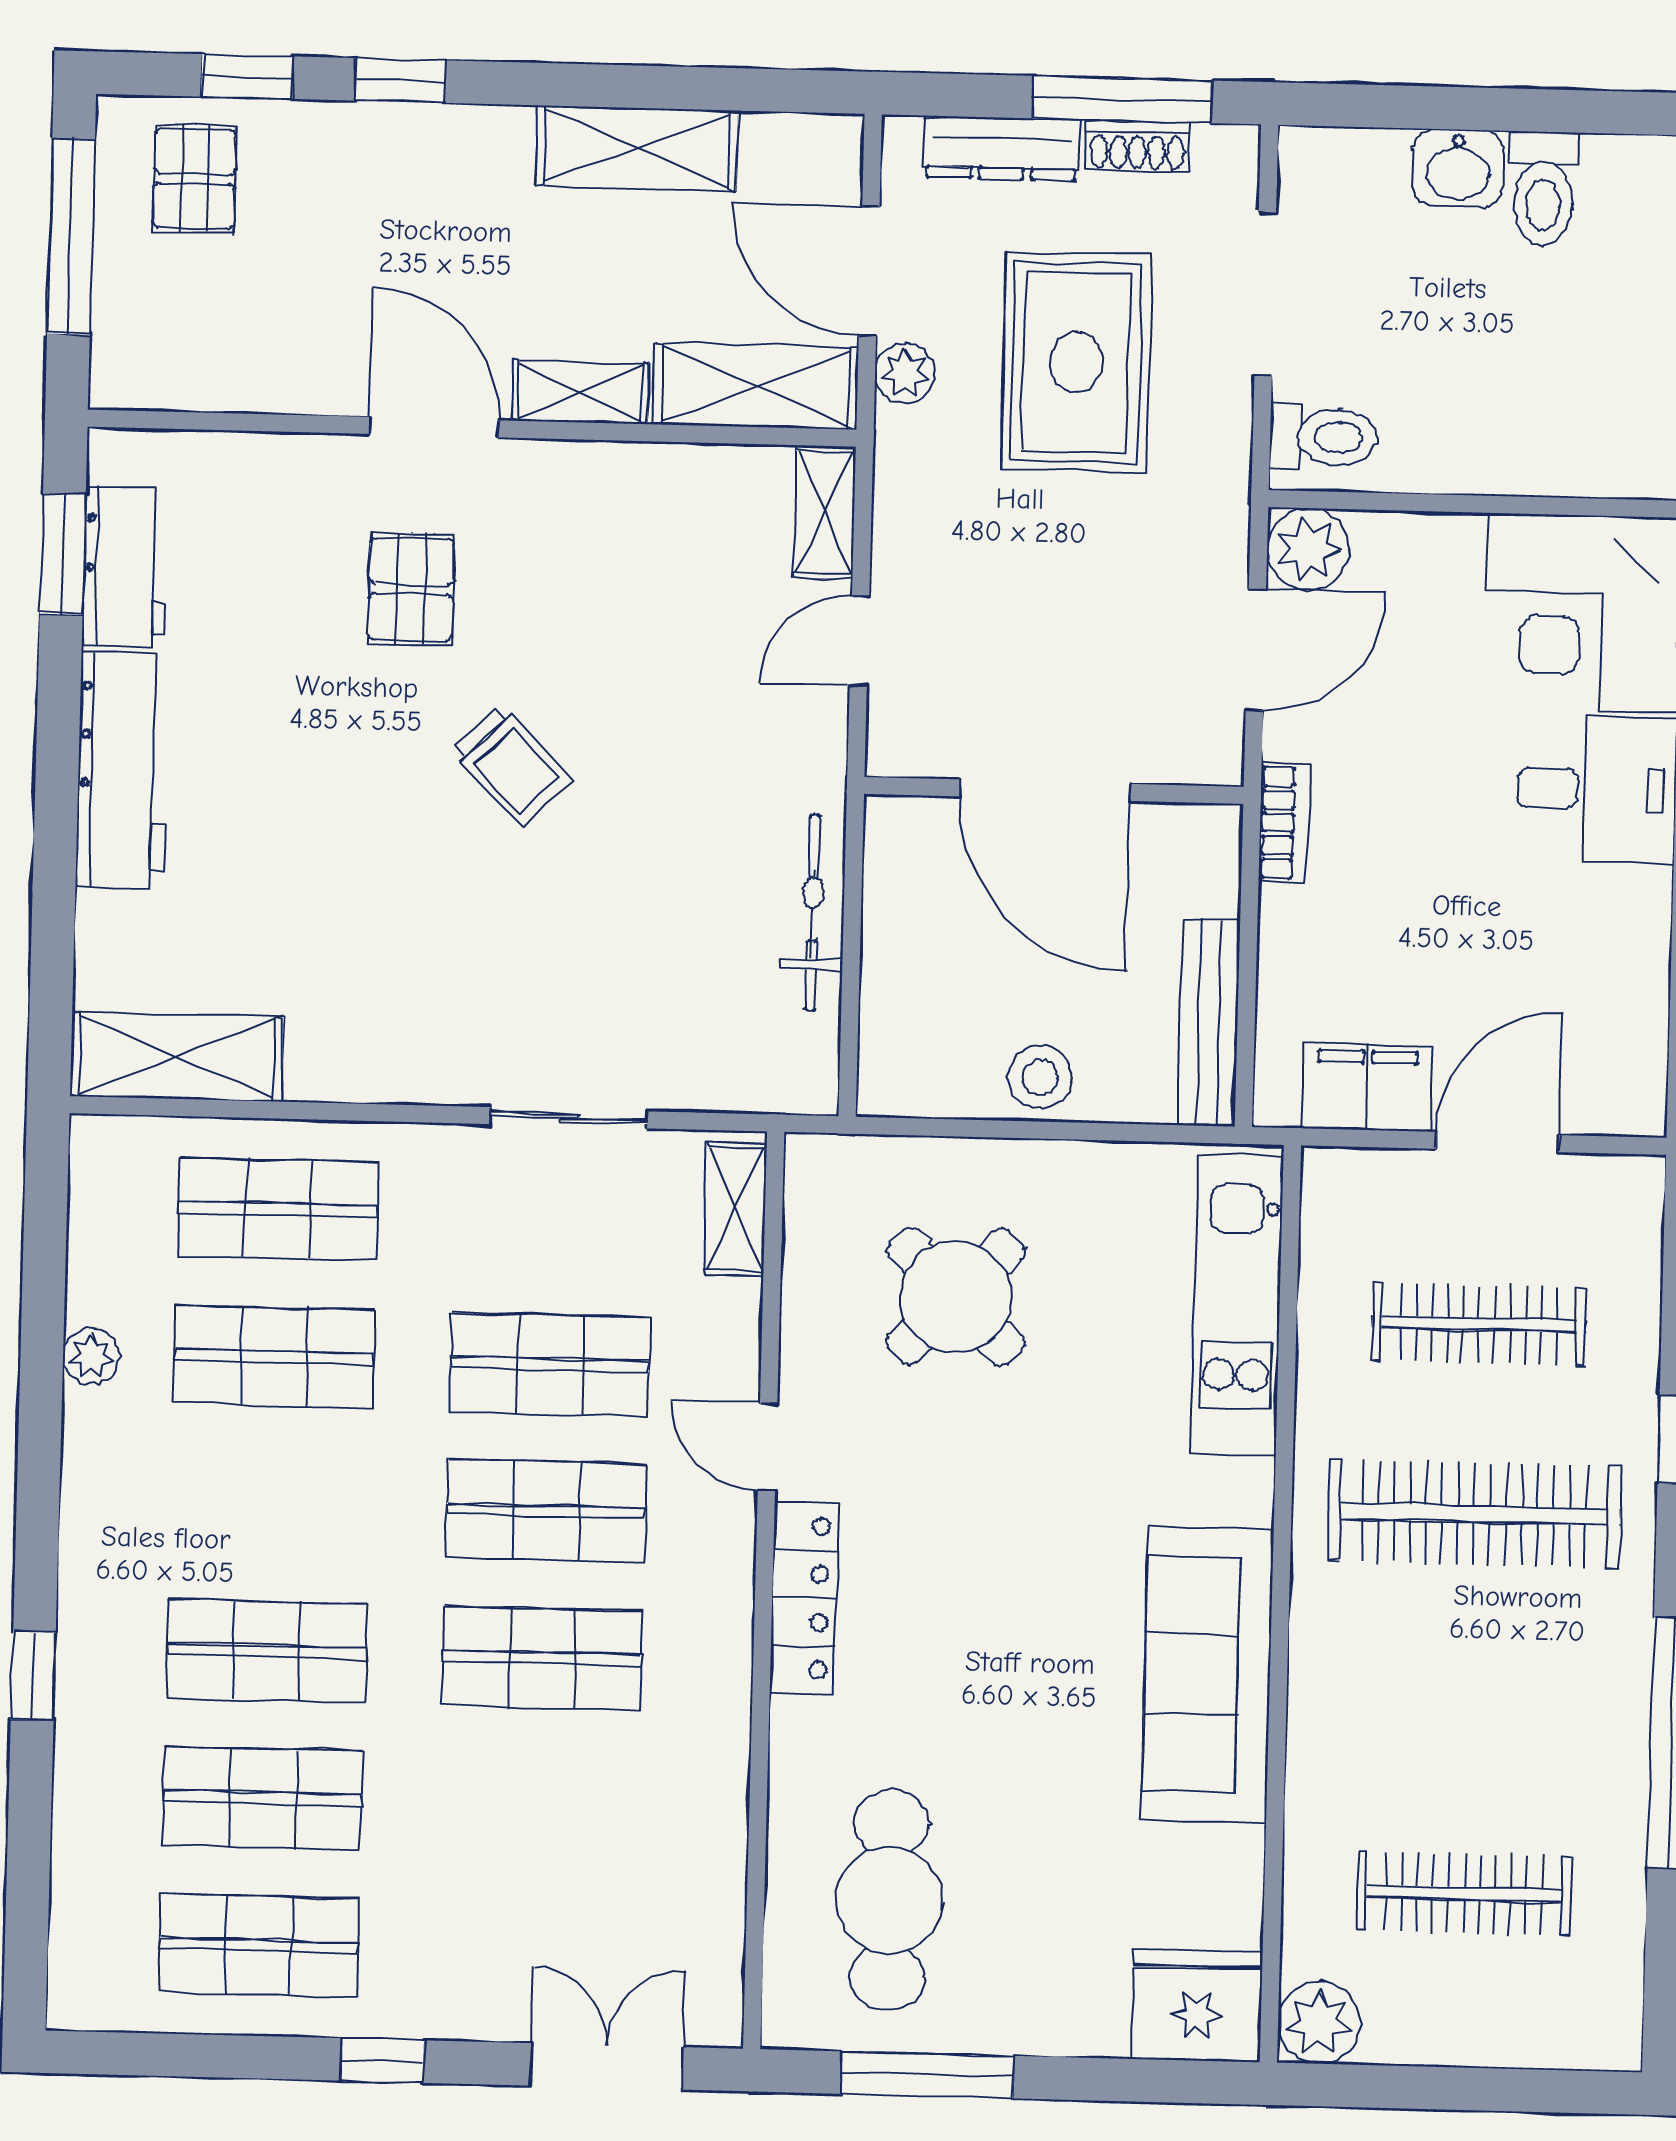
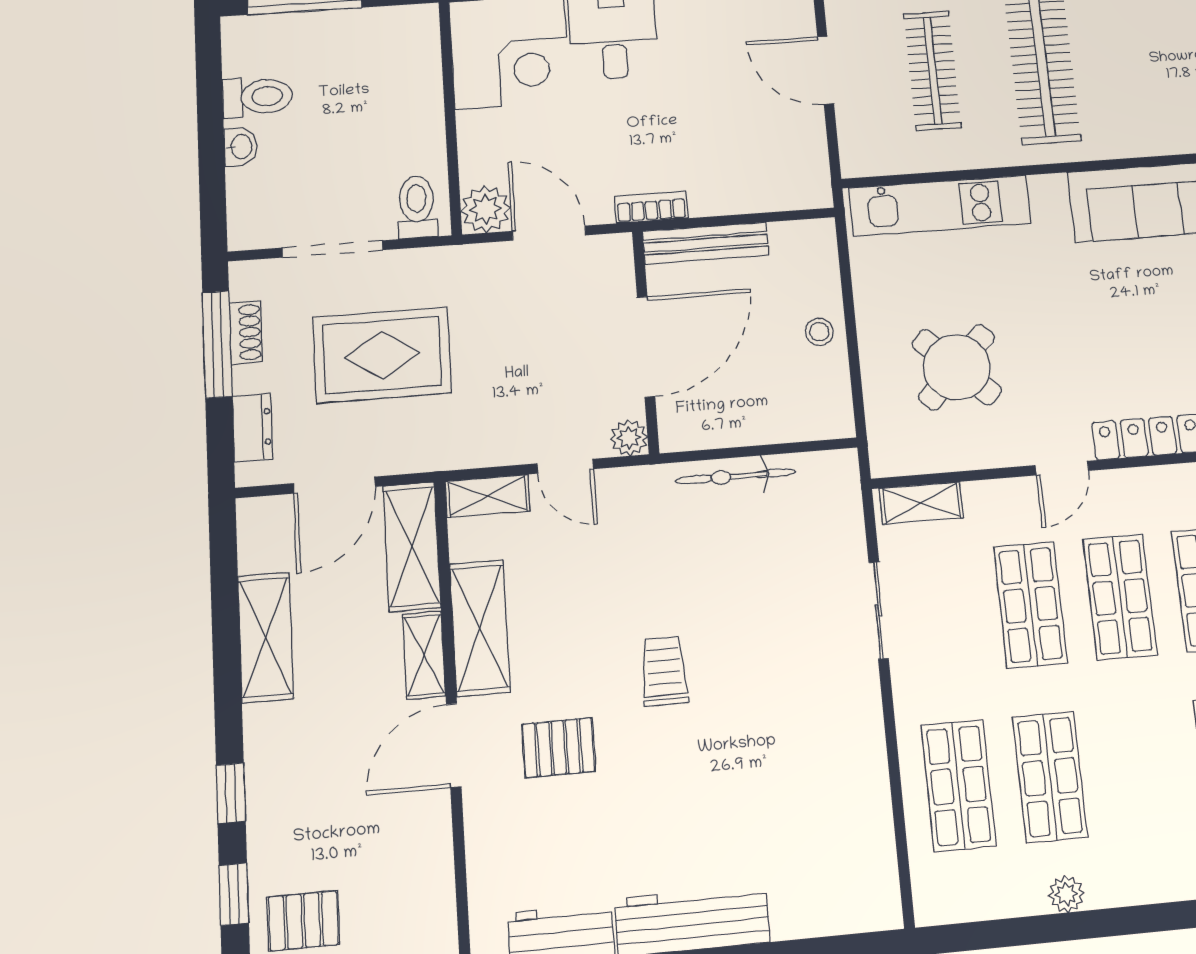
dresser: (1002, 148) -> (252, 428), width x0.70
washbasin: (1458, 168) -> (241, 147), width x0.72, depth x0.69
plant: (905, 373) -> (629, 438), moved
trolley: (511, 766) -> (664, 671), turned -46
bench: (1209, 1022) -> (706, 243), moved
shelving: (177, 1057) -> (480, 628), moved
stool: (1040, 1077) -> (819, 332), width x0.73, depth x0.73
filing cabinet: (1367, 1087) -> (803, 145), removed

